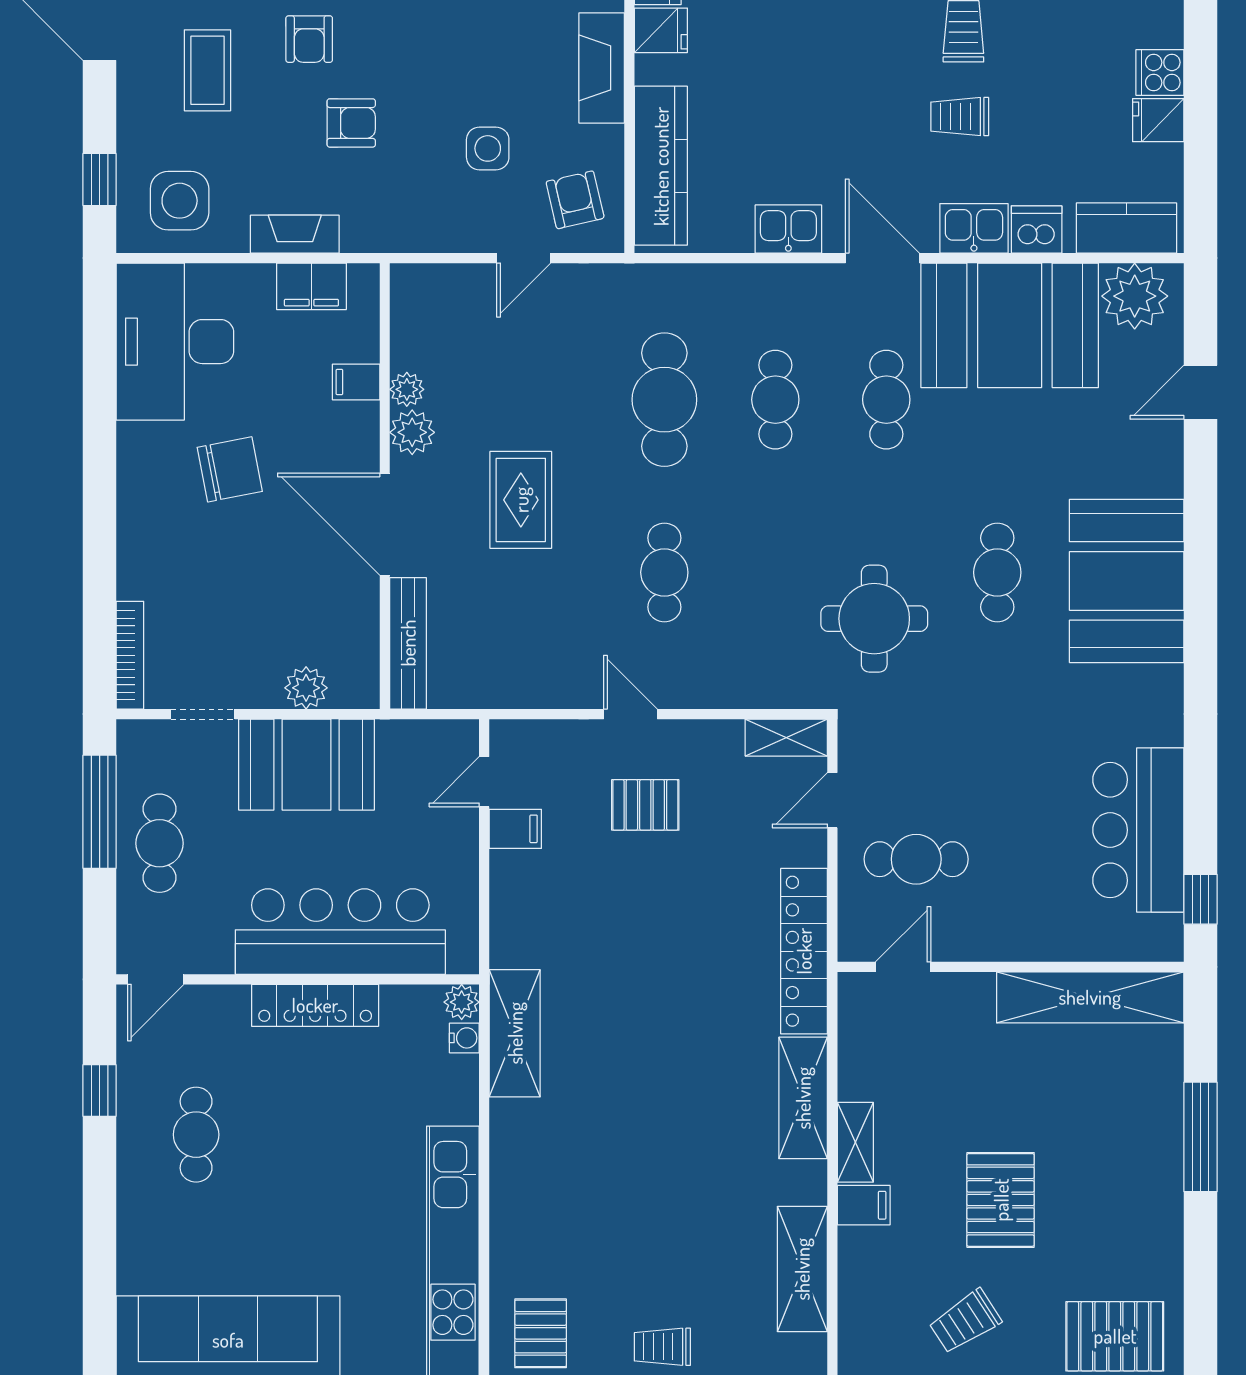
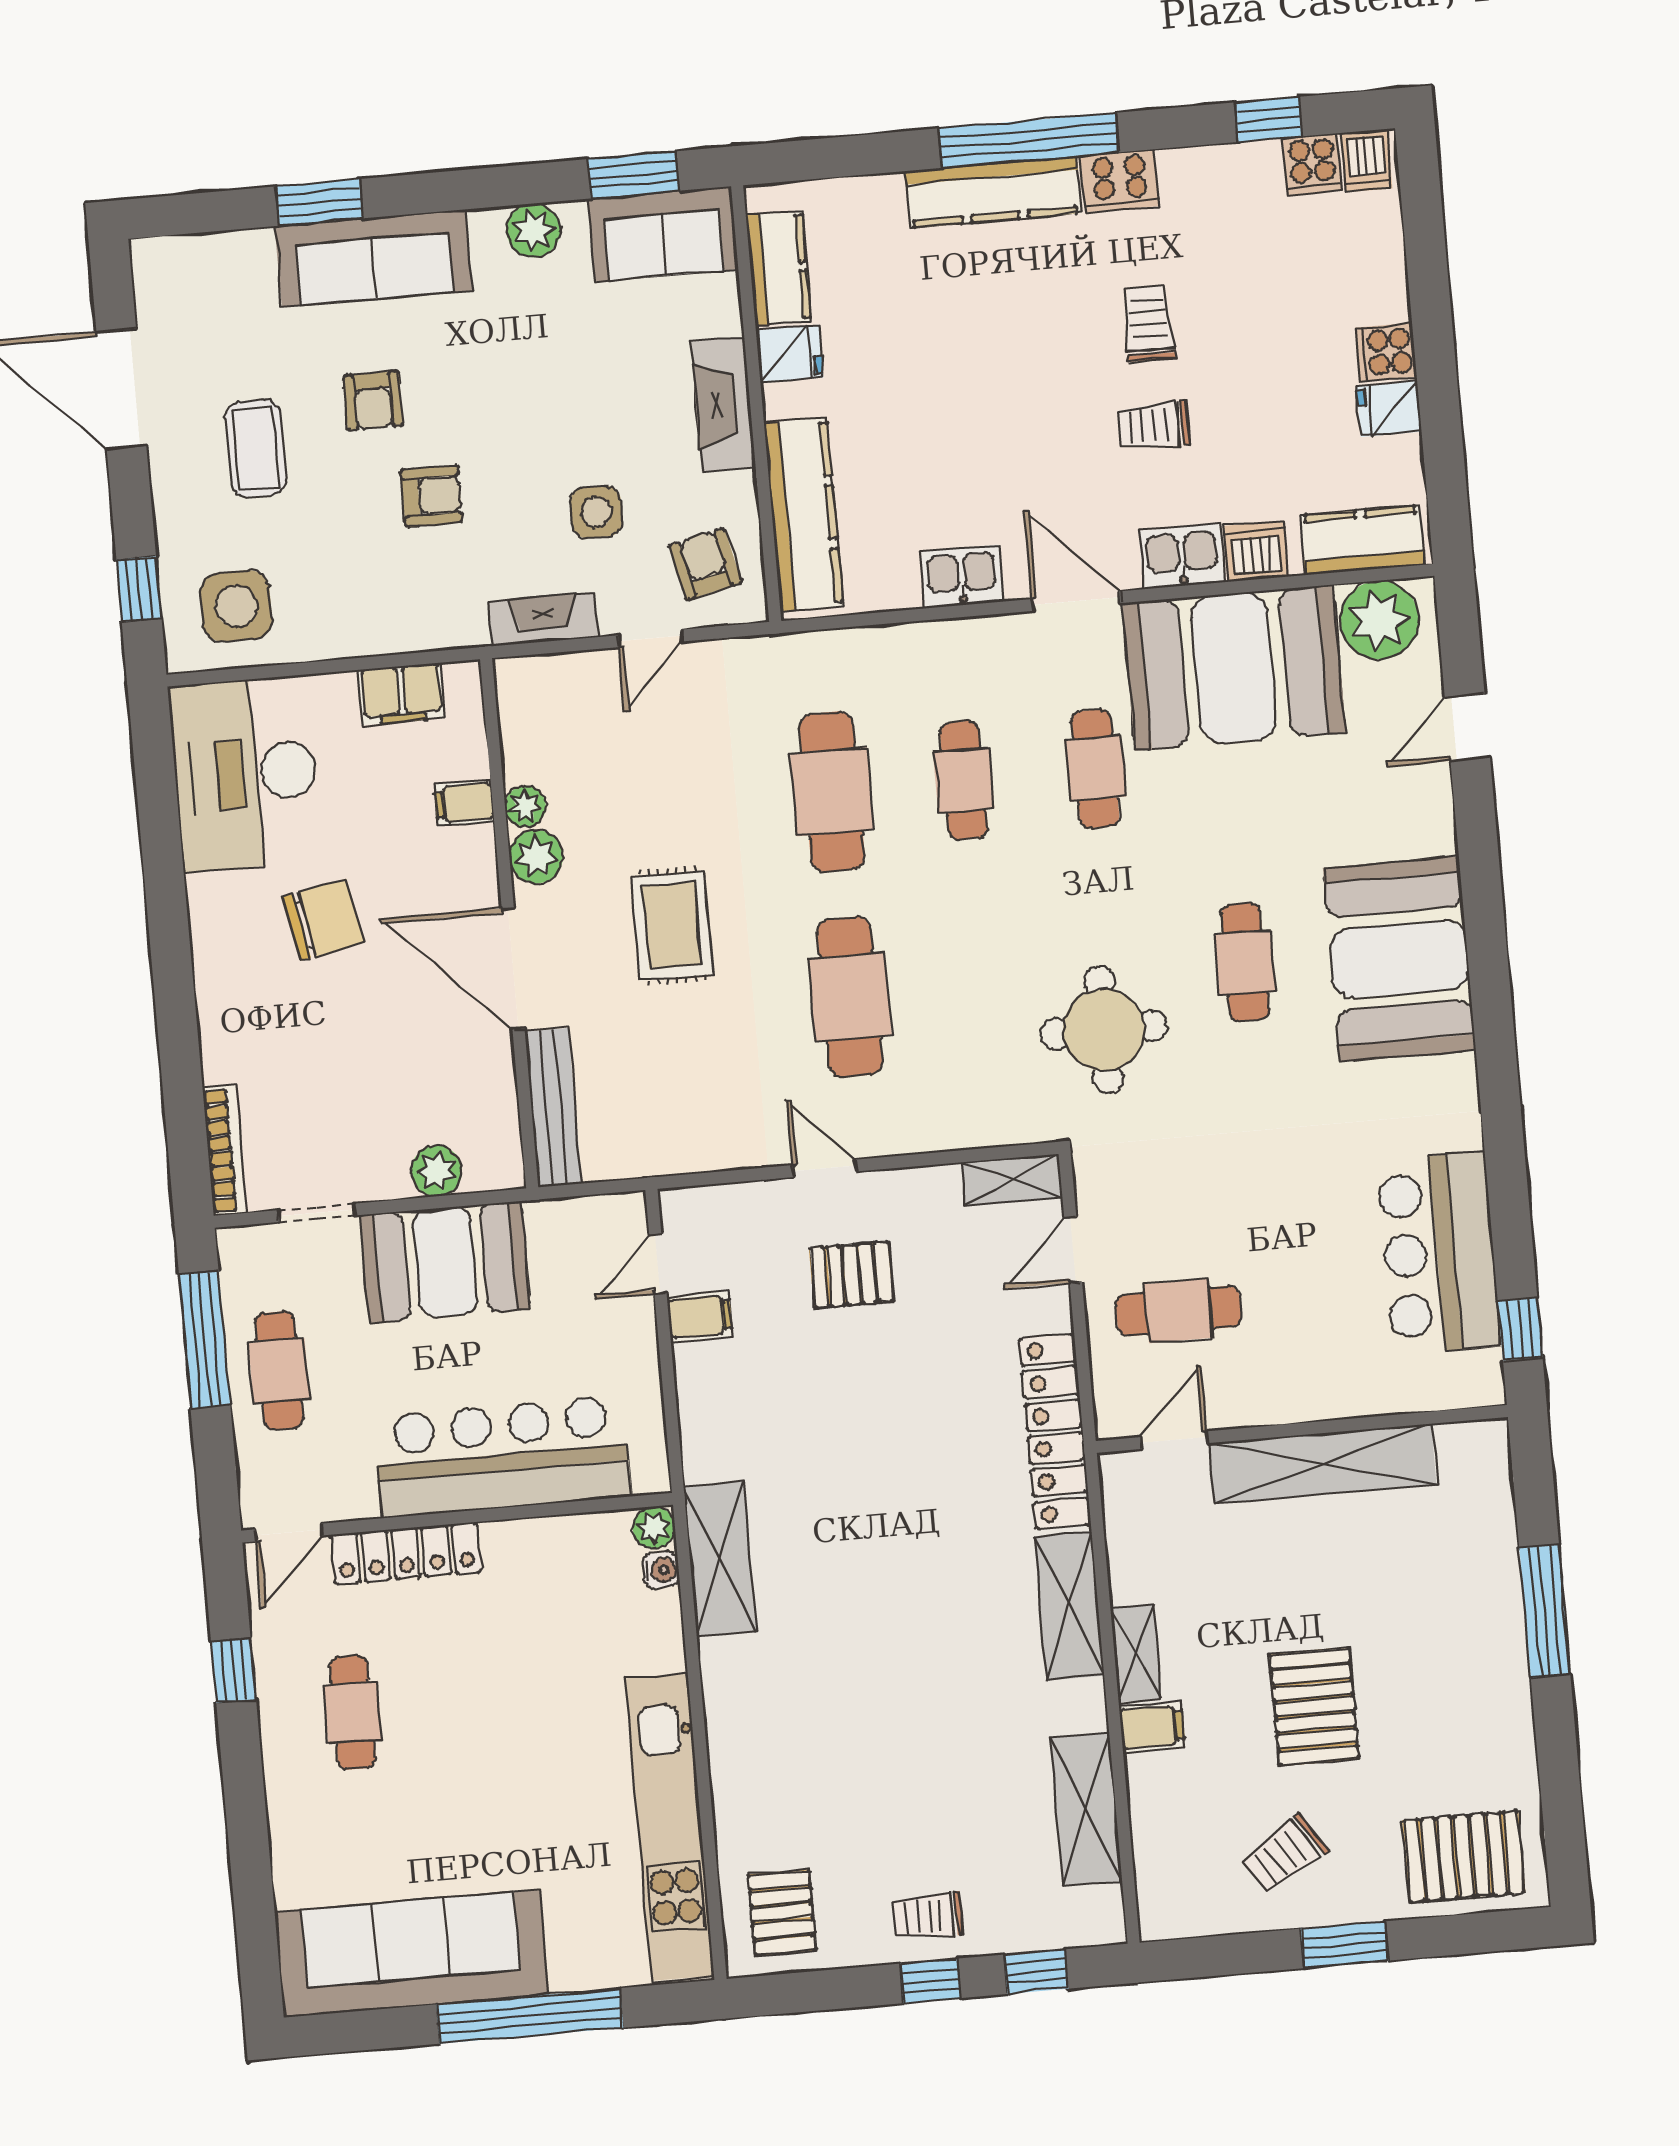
fireplace: (295, 234) -> (543, 619), moved
cafe table: (664, 572) -> (850, 997), width x1.37, depth x1.35
shelving: (1090, 997) -> (1323, 1464), moved
locker: (315, 1005) -> (406, 1553), moved

